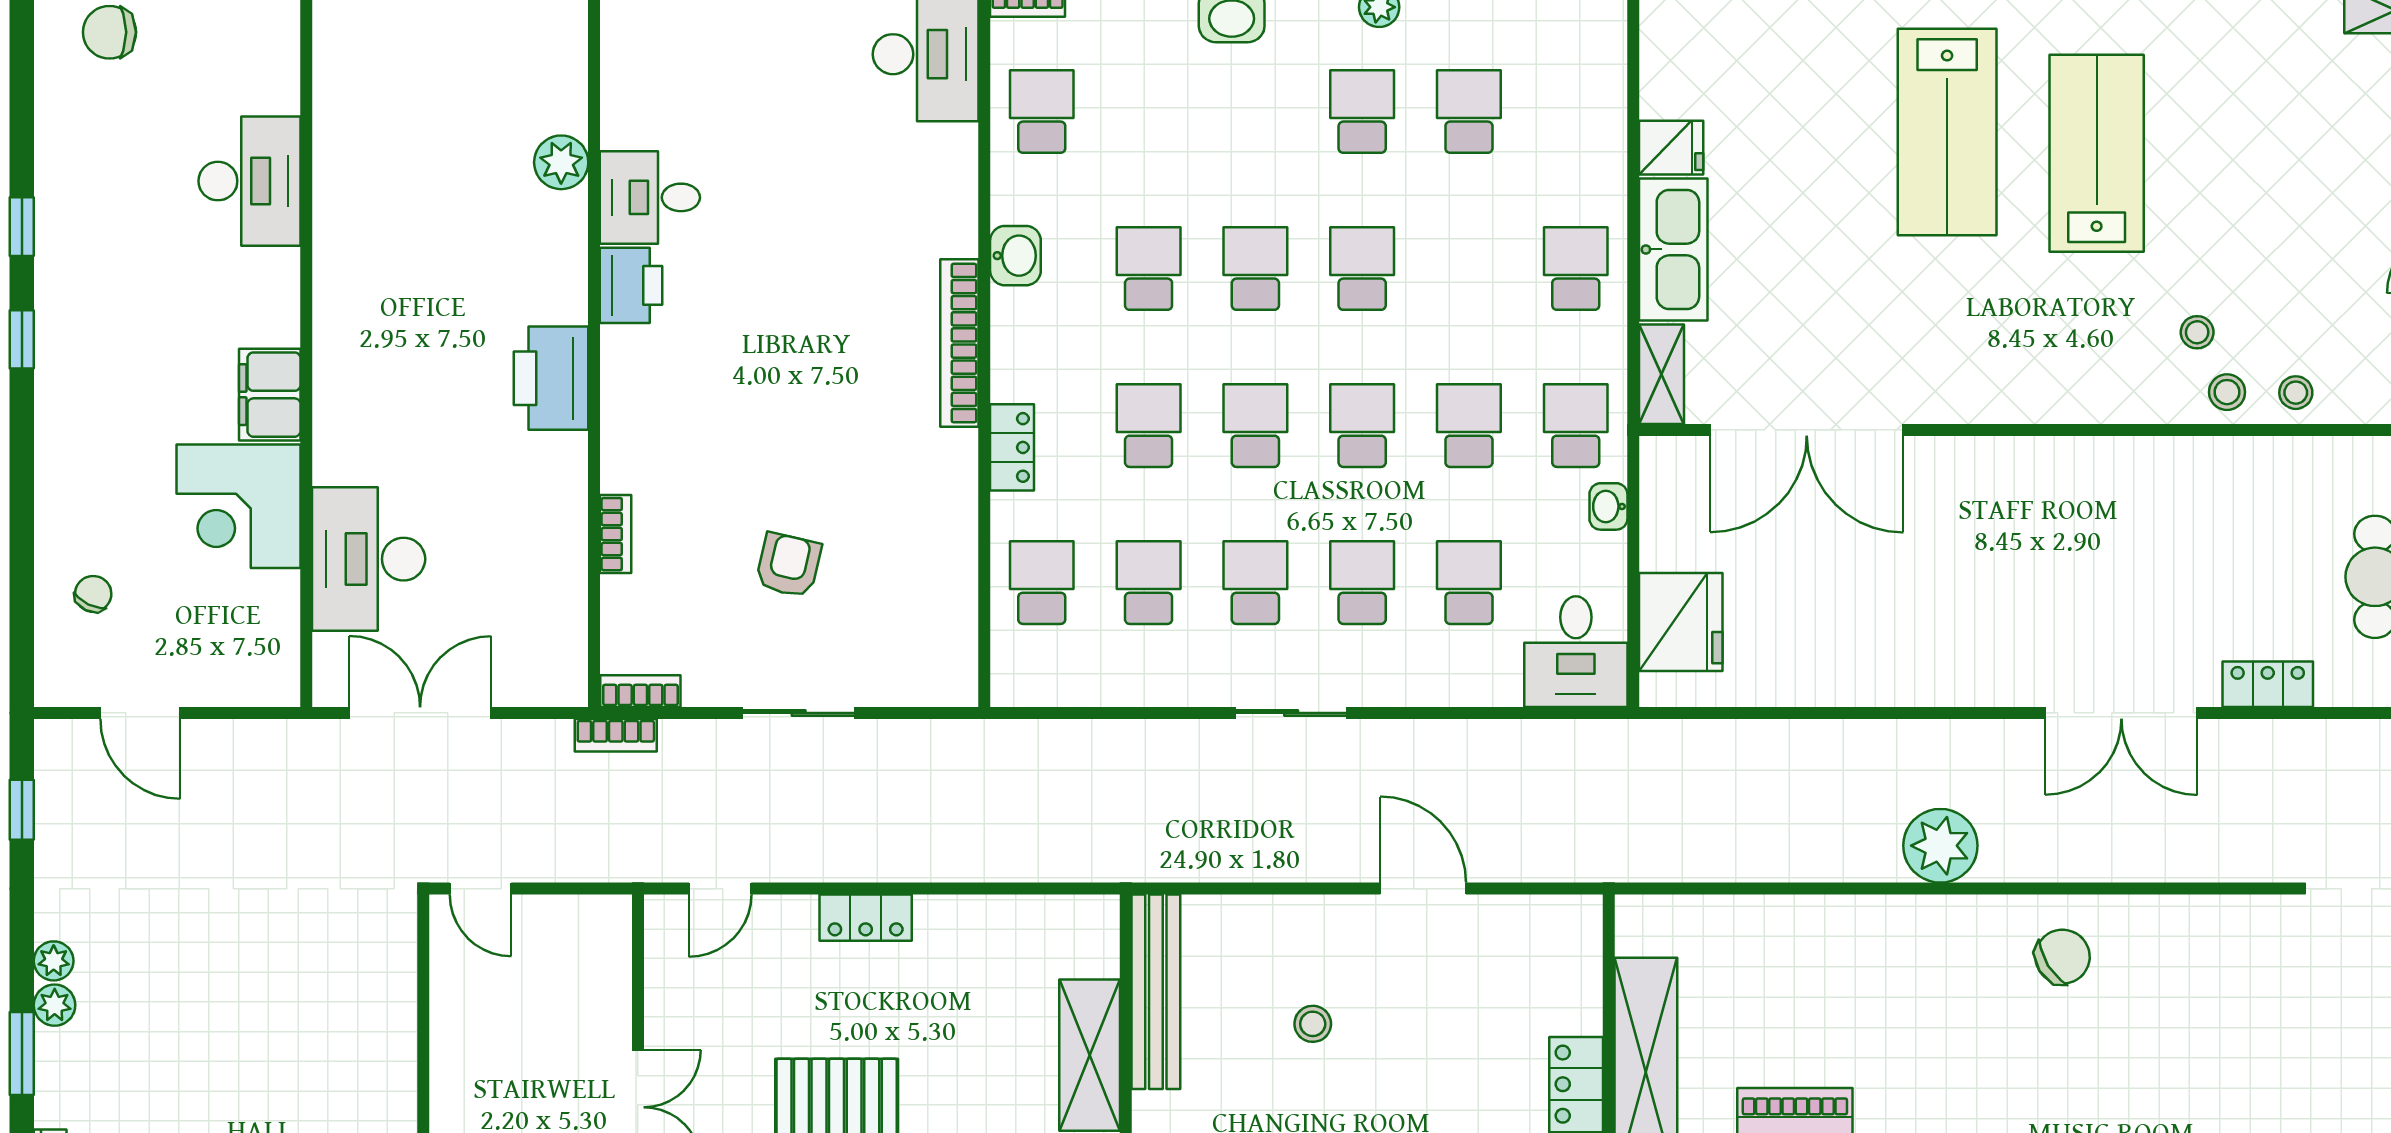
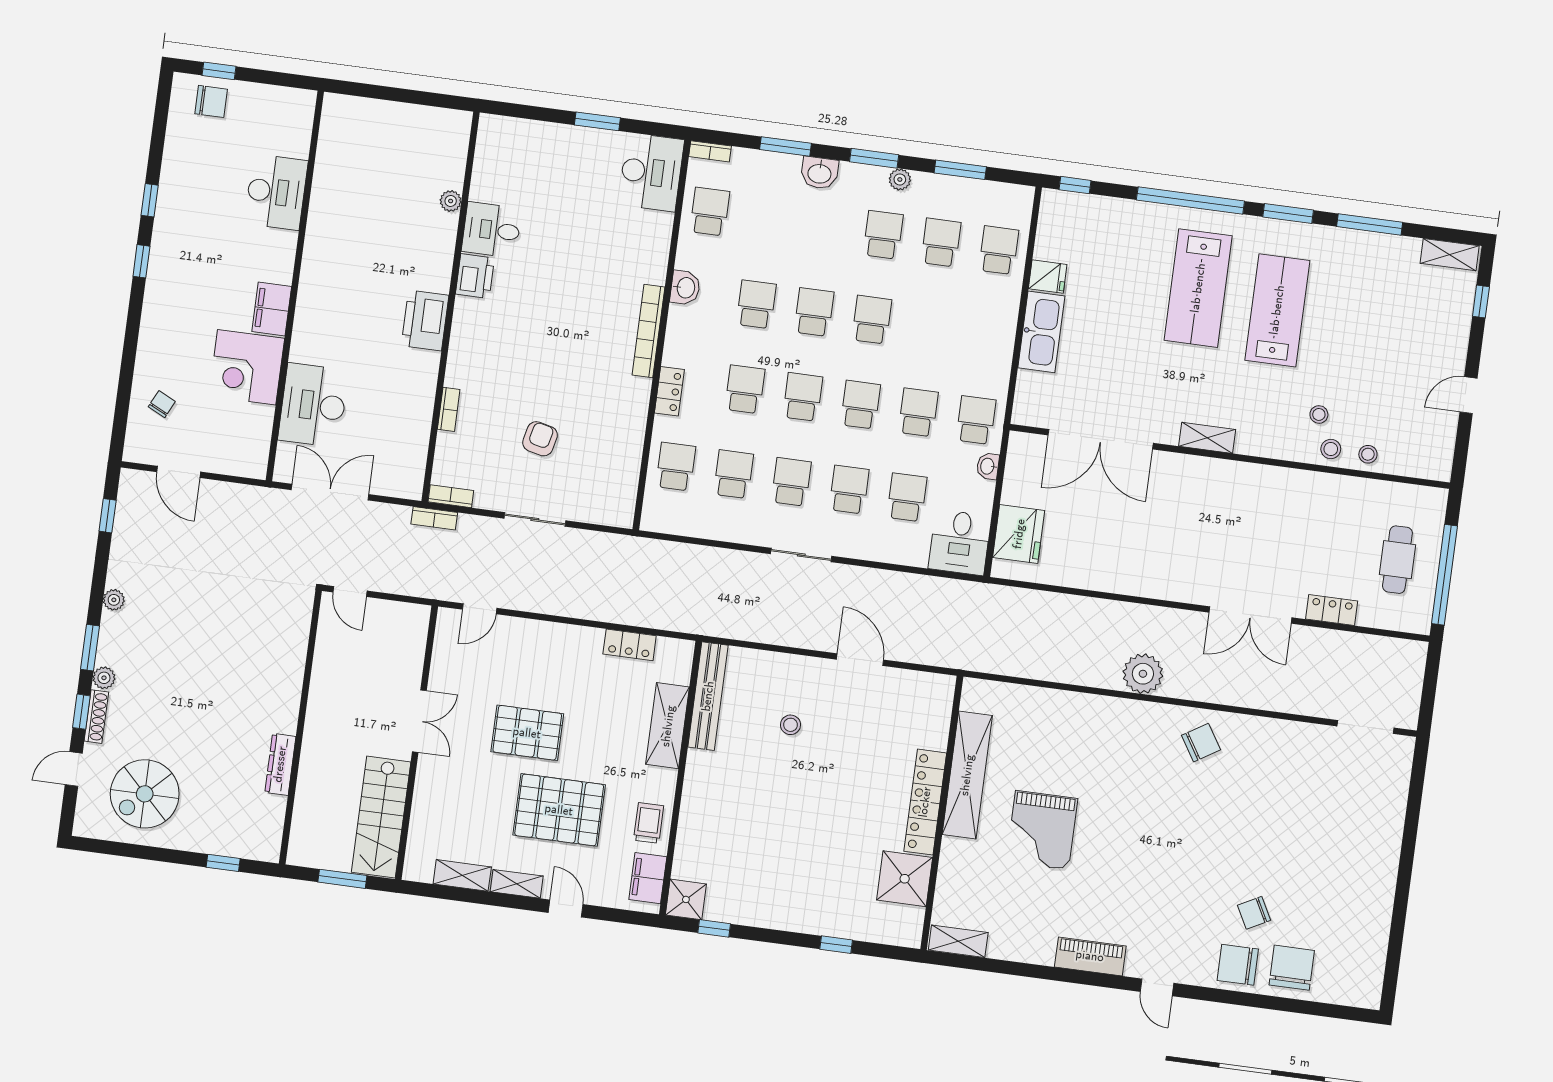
chair: (110, 32) -> (211, 101), turned 180
plant: (561, 162) -> (451, 201), width x0.73, depth x0.73
school desk: (1576, 269) -> (999, 250), moved
shelving: (1661, 374) -> (1207, 438), moved, turned 90
locker: (866, 918) -> (630, 645), moved
plant: (55, 1005) -> (104, 678), moved

